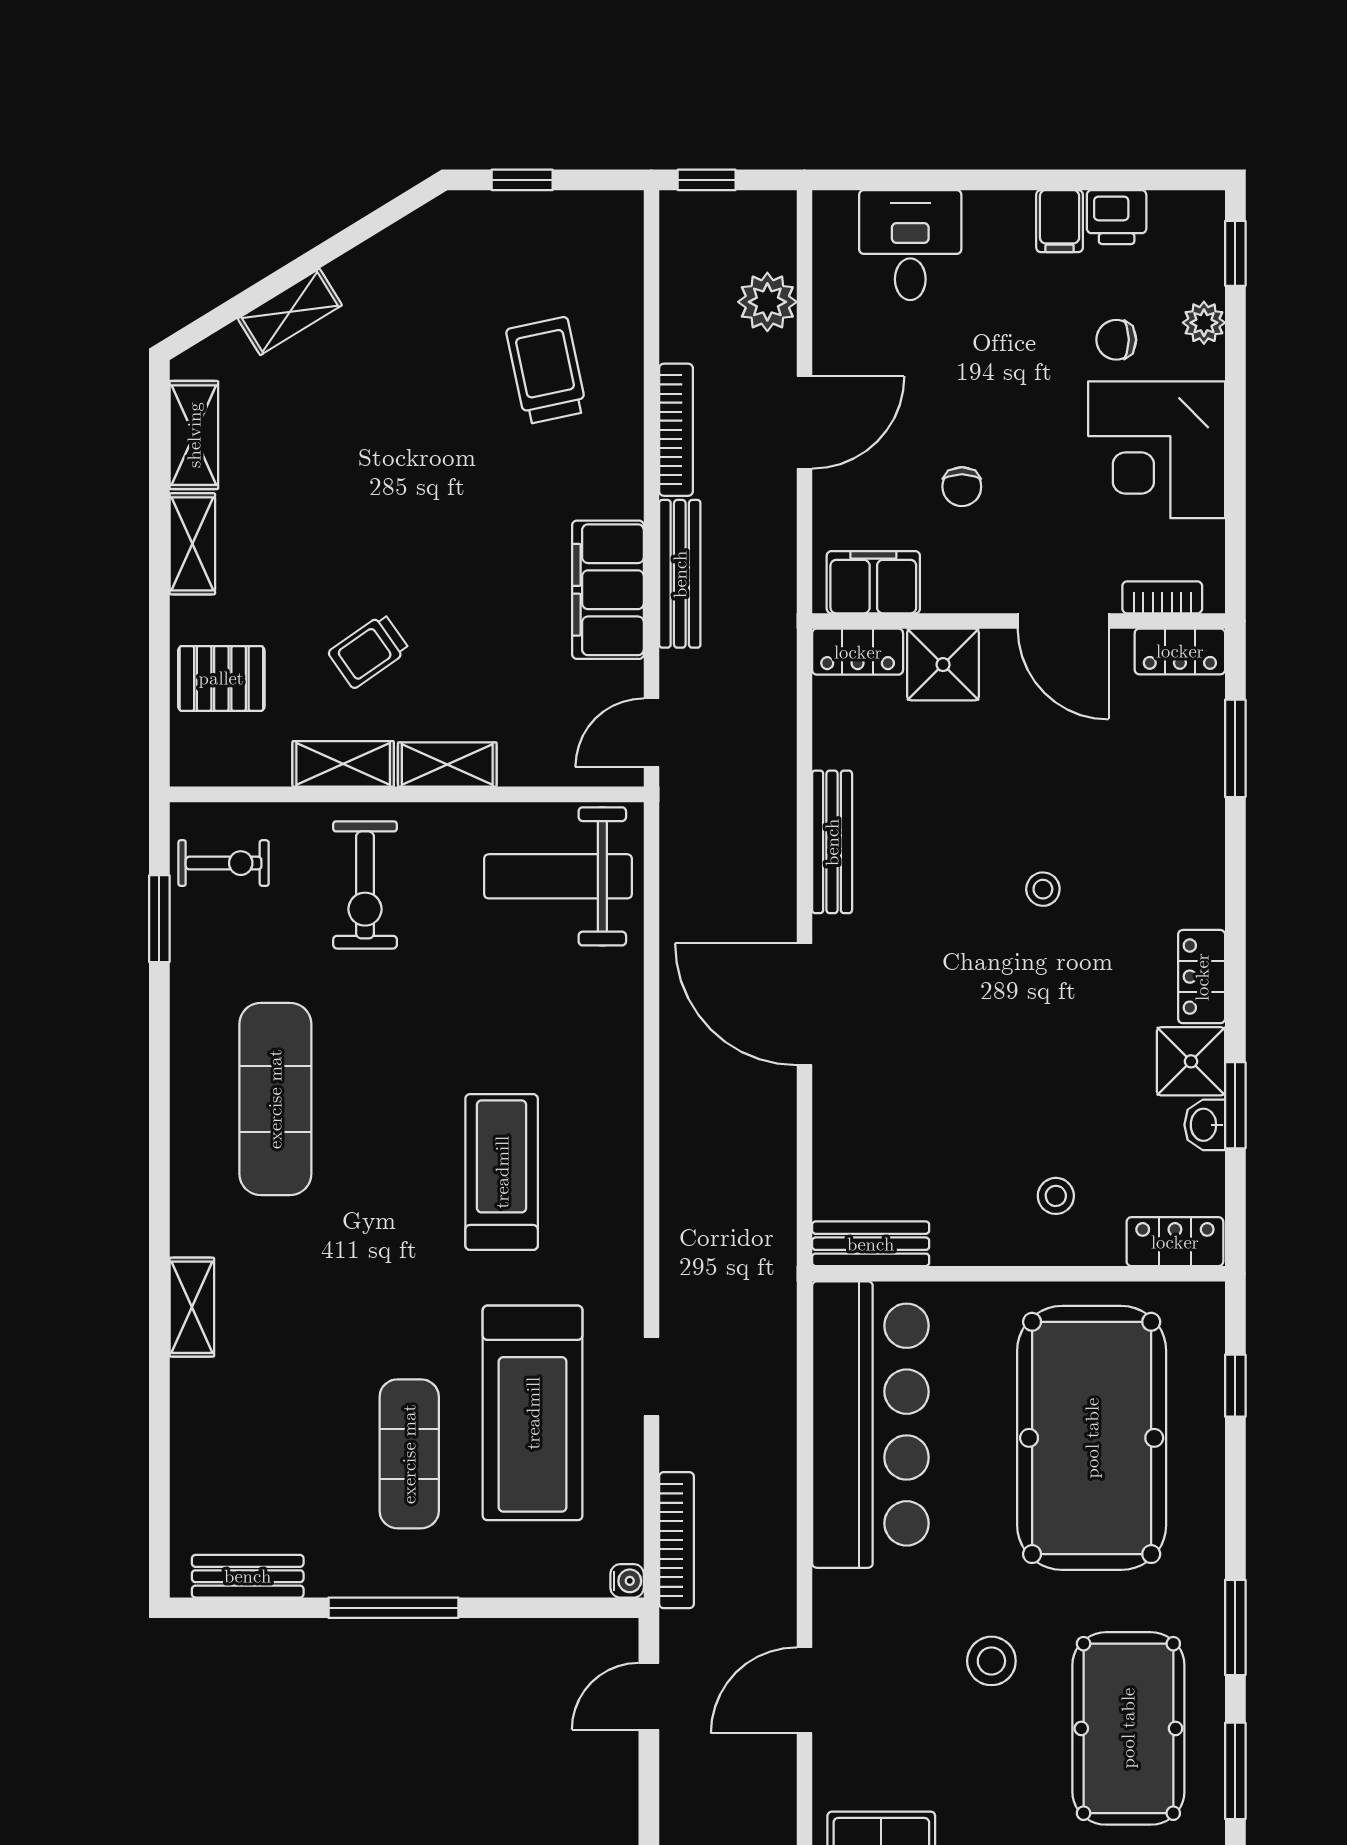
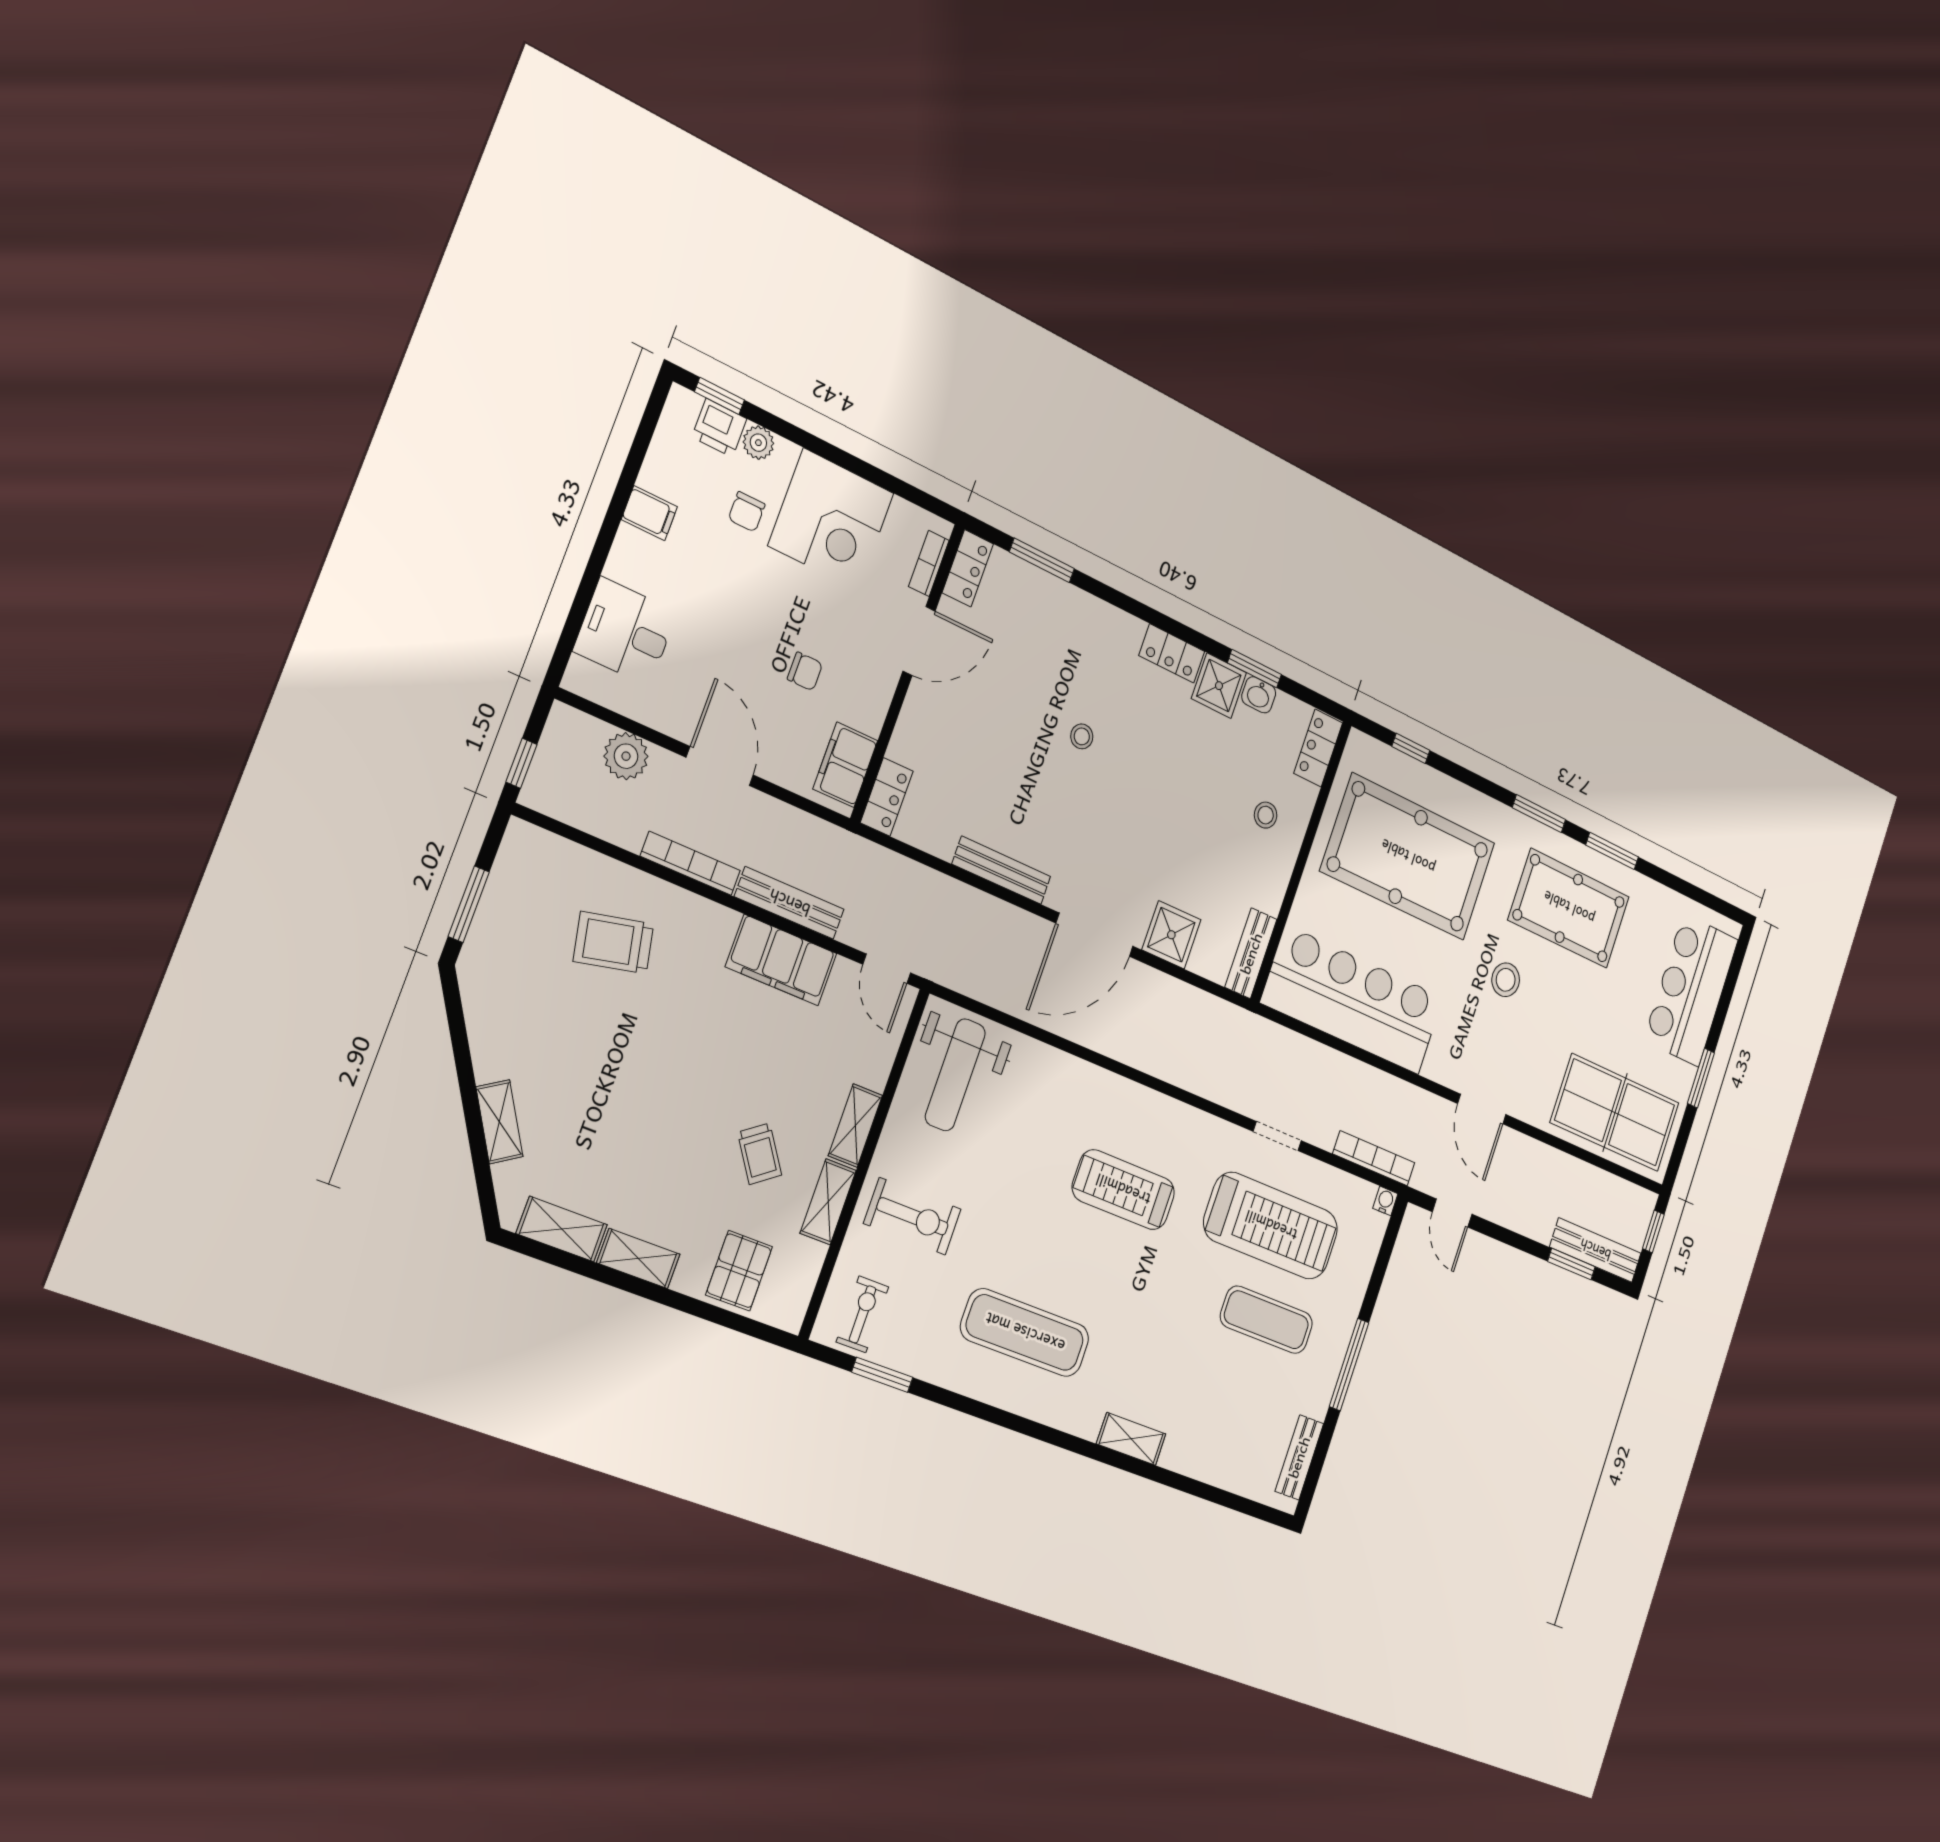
window: (522, 180) -> (469, 904), width x1.50
printer: (1117, 217) -> (719, 428), moved, turned 90
shower: (943, 665) -> (1171, 935), moved

